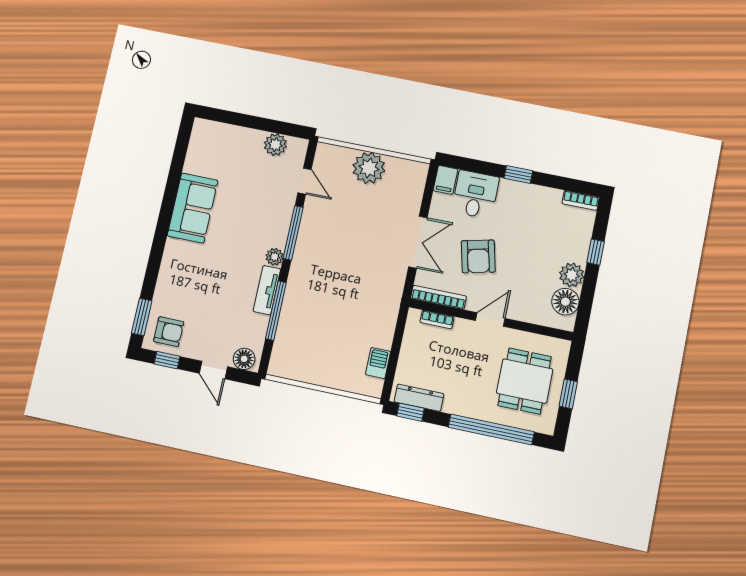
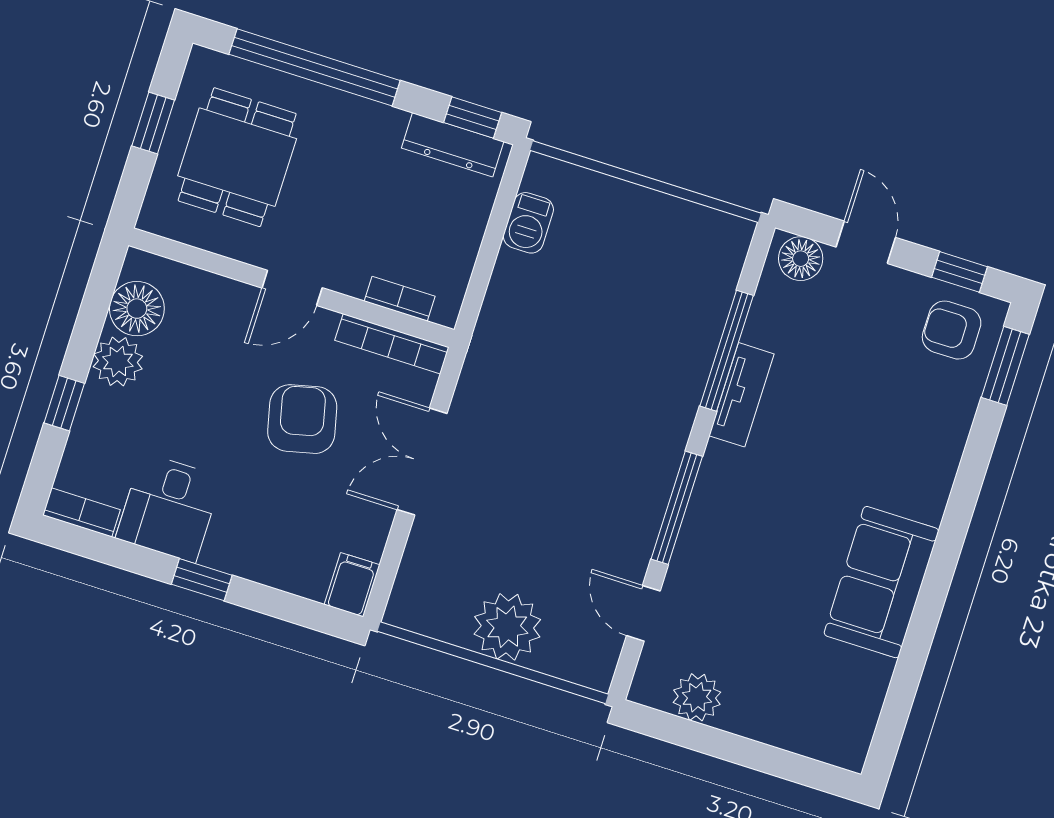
desk: (475, 195) -> (169, 508), moved
plant: (274, 257) -> (720, 462), removed

